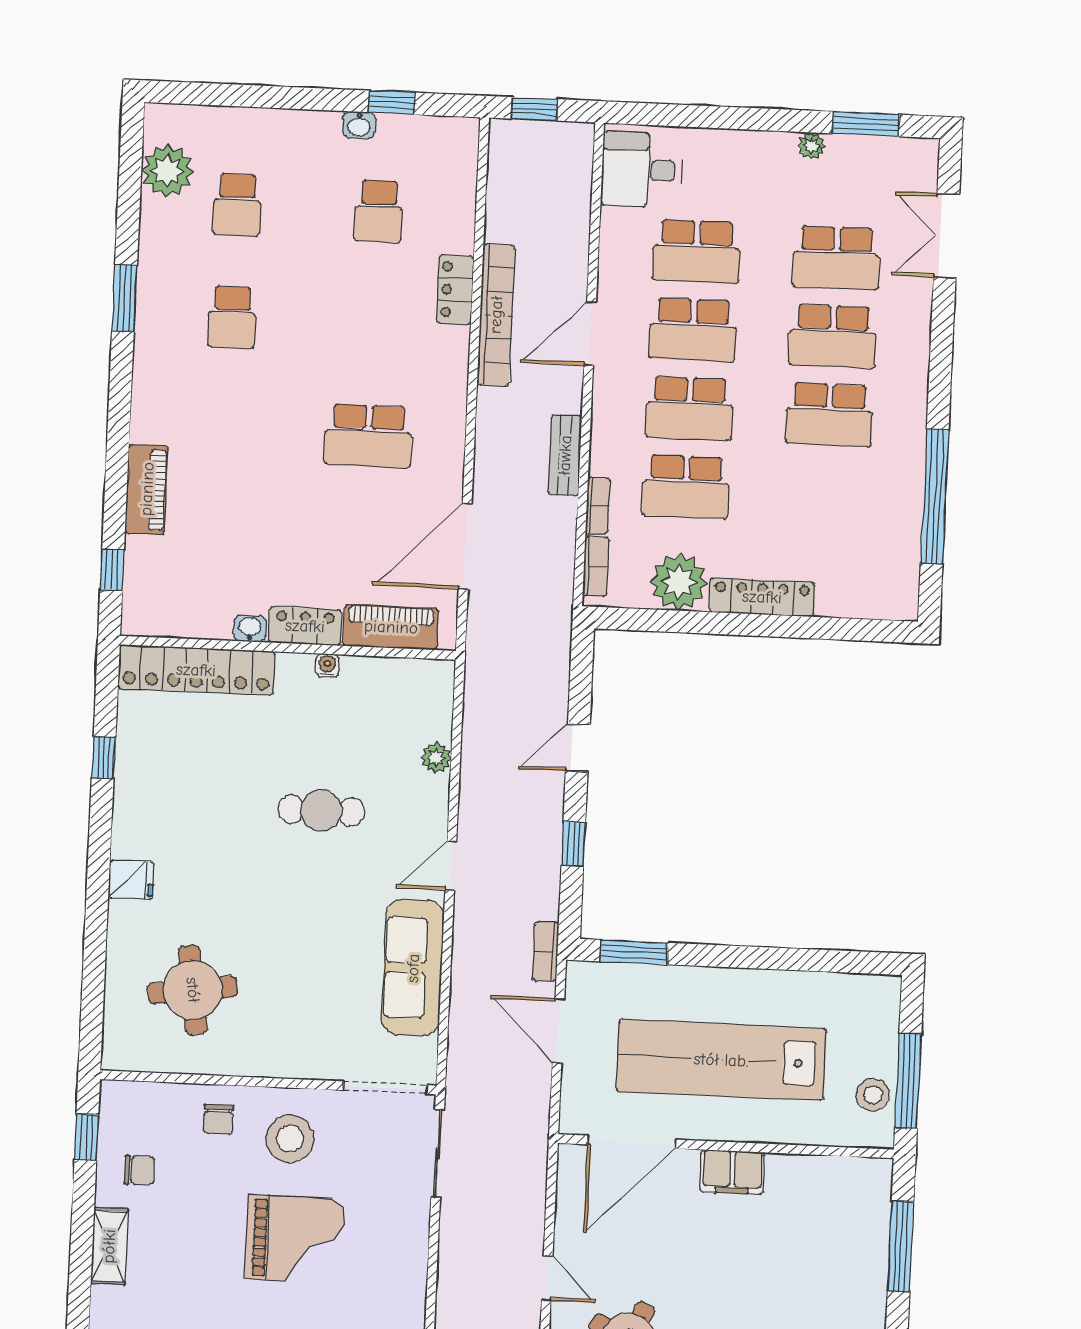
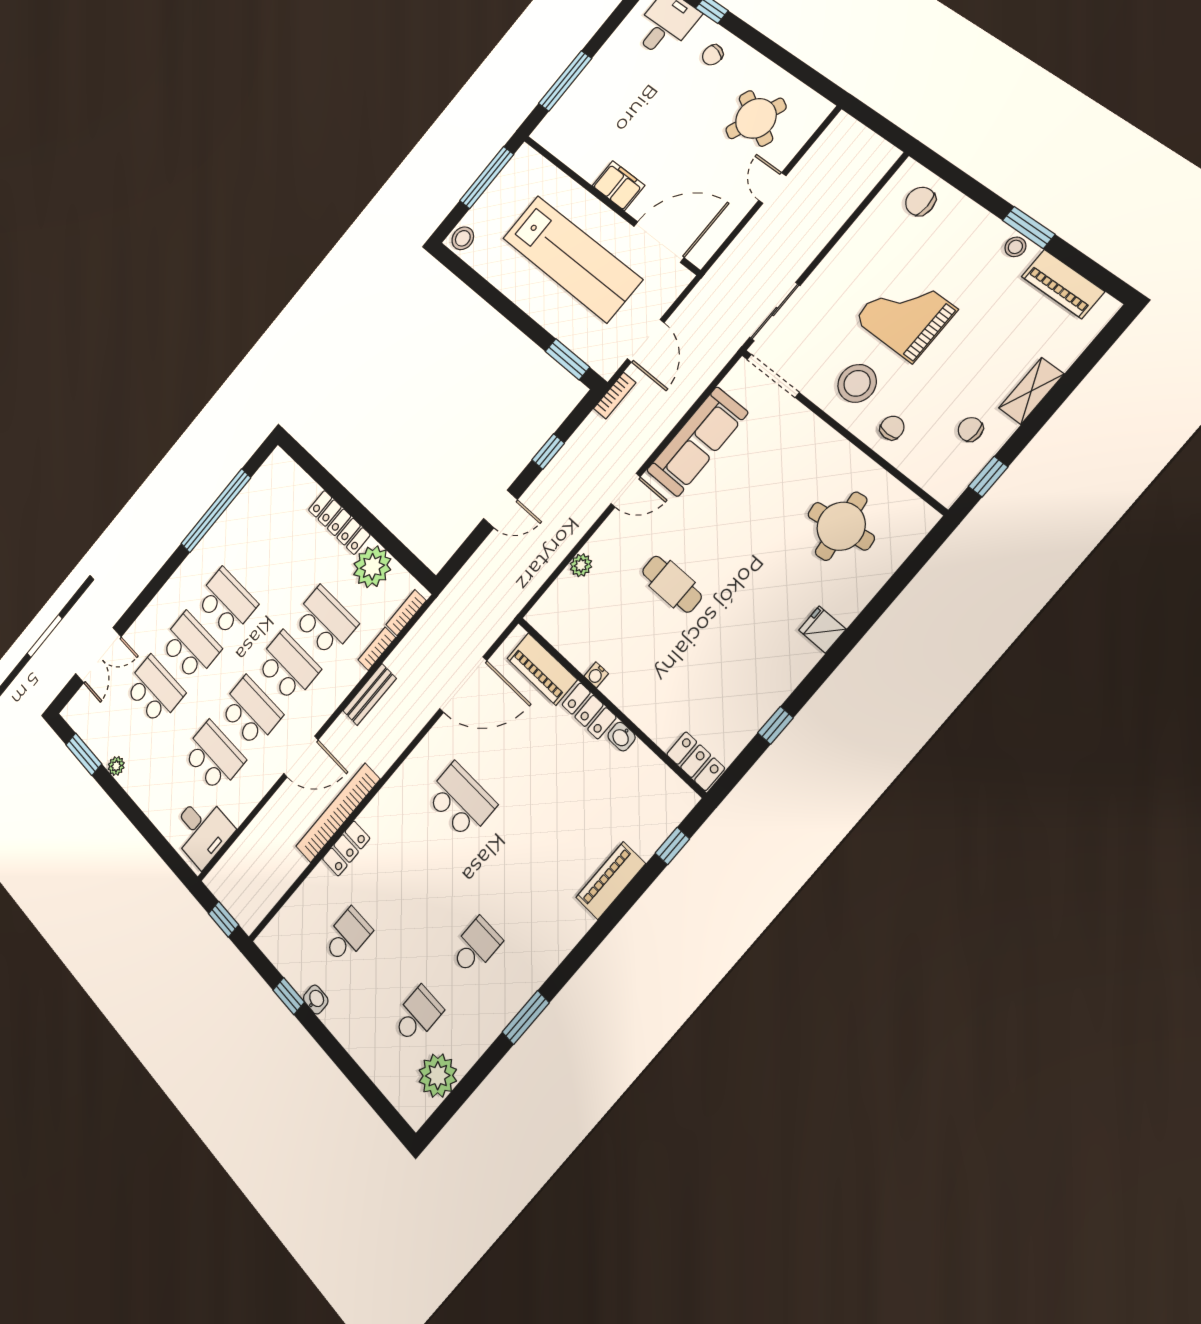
locker: (196, 670) -> (696, 761), width x0.46, depth x0.83
stool: (873, 1095) -> (463, 238), moved

